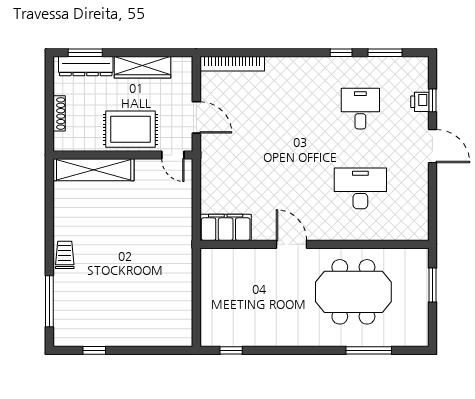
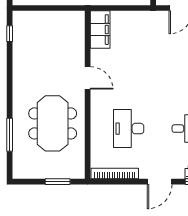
desk: (360, 188) -> (129, 129), turned 180
bookcase: (421, 207) -> (115, 173), added
door: (292, 244) -> (88, 78), hinge flipped

